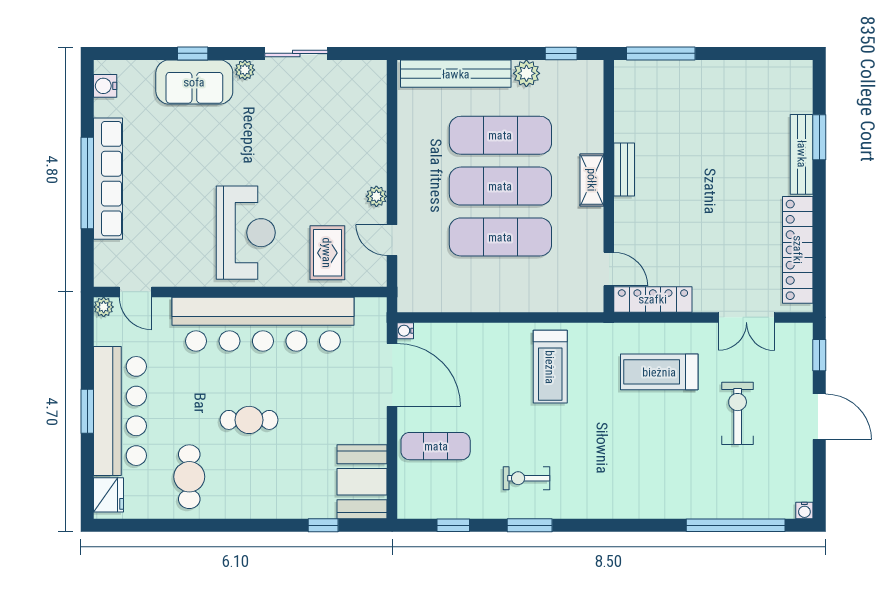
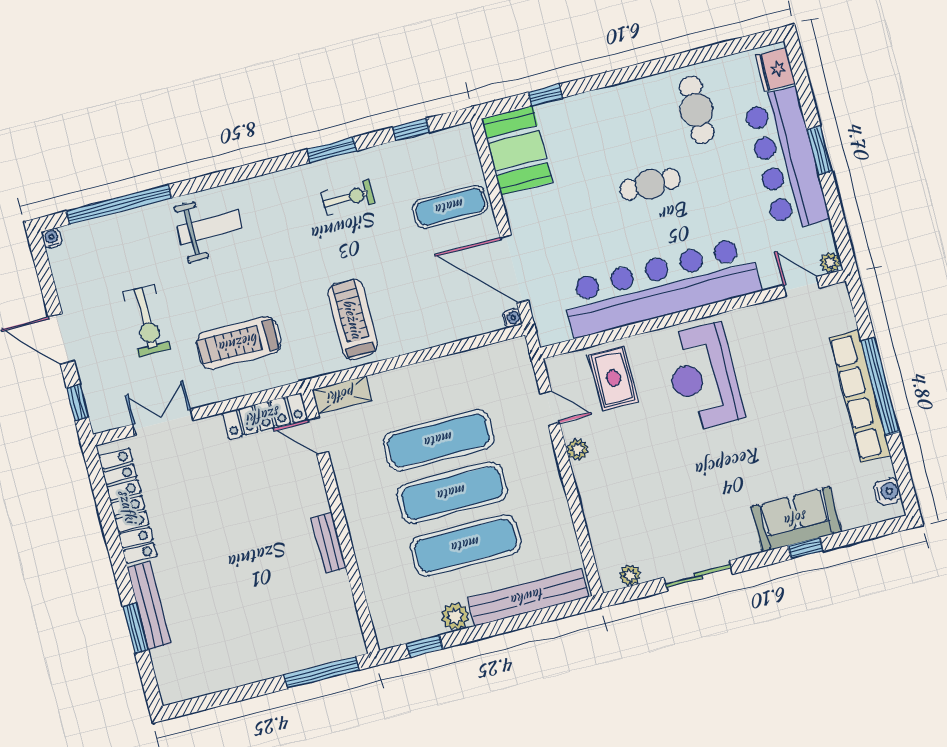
plant: (245, 70) -> (630, 575), moved
shelving: (592, 180) -> (342, 395), moved, turned 90
treadmill: (659, 372) -> (239, 343), turned 180
weight bench: (658, 483) -> (210, 227), added

